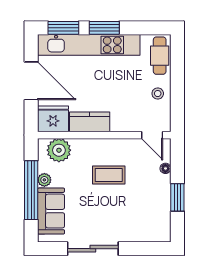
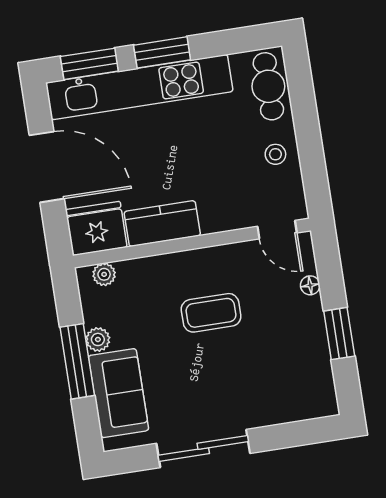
plant: (59, 150) -> (104, 274), width x0.53, depth x0.53
window: (31, 190) -> (77, 361), width x0.68

